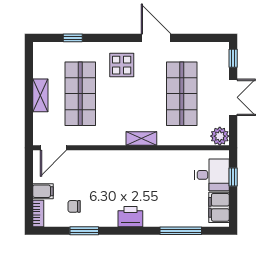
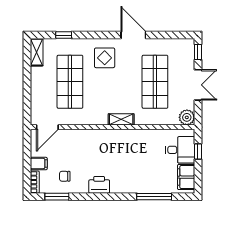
shelving: (40, 95) -> (37, 52), moved
printer: (130, 217) -> (99, 185), moved
window: (84, 231) -> (57, 197), moved

